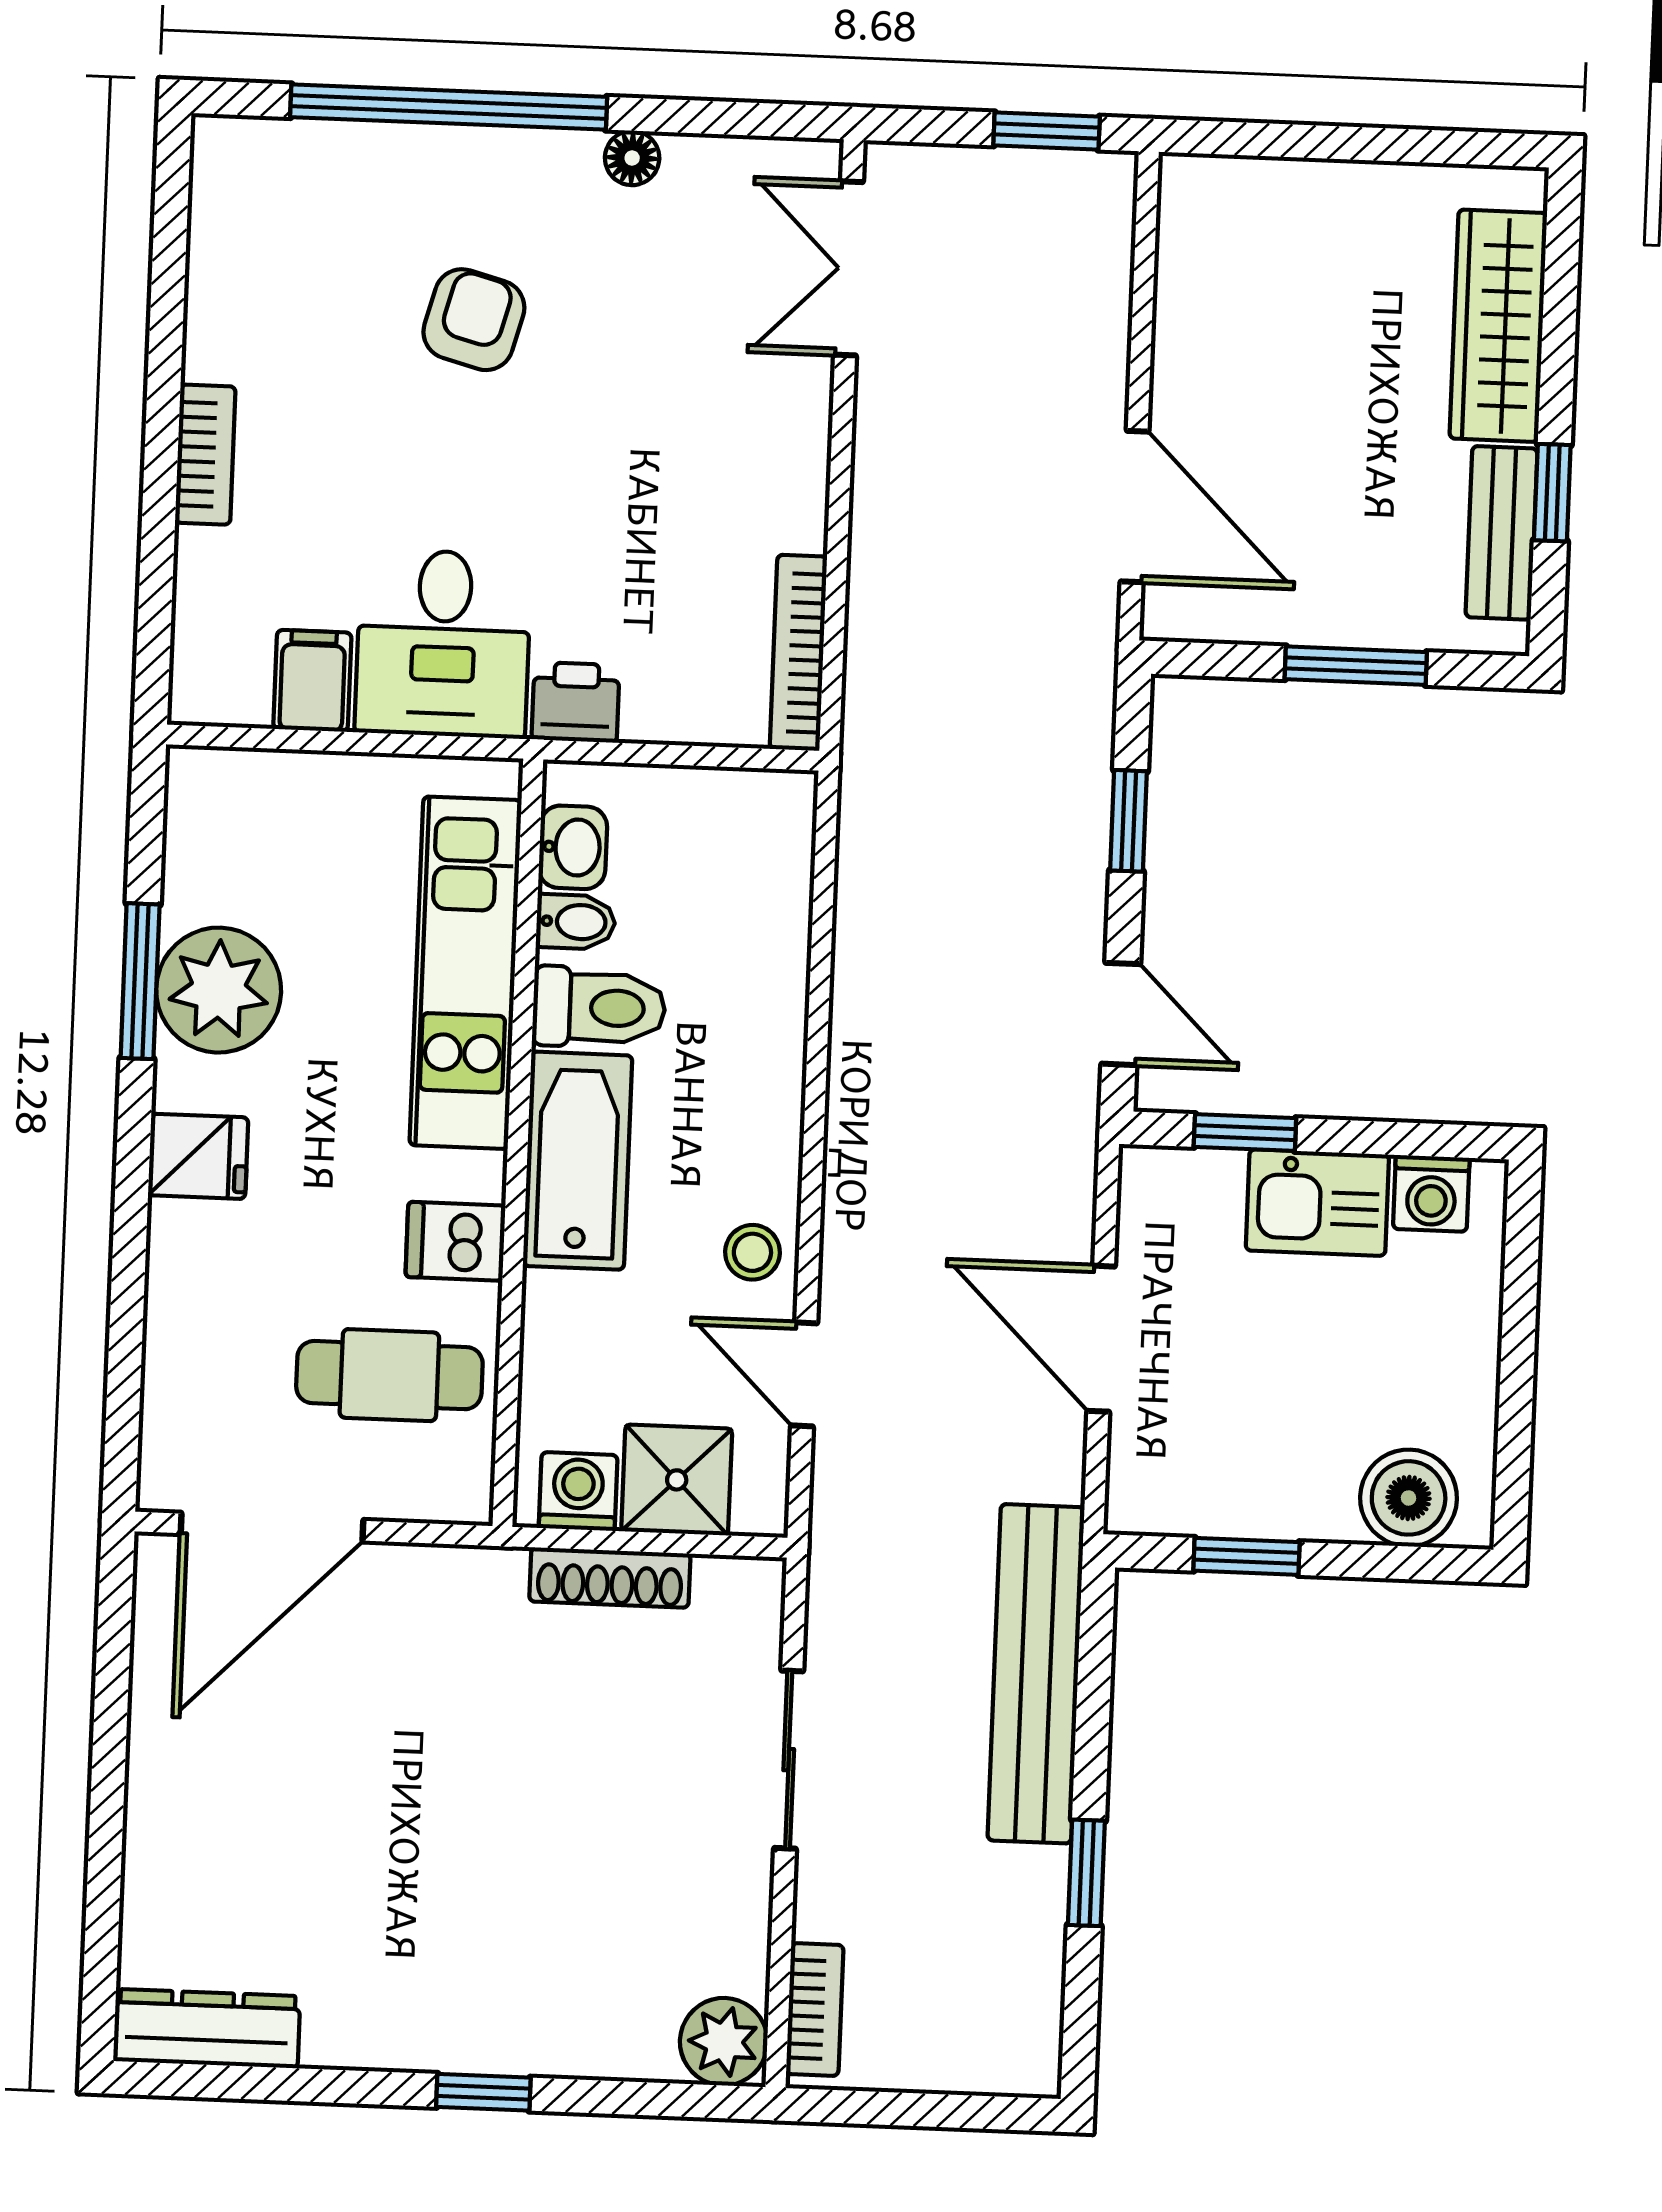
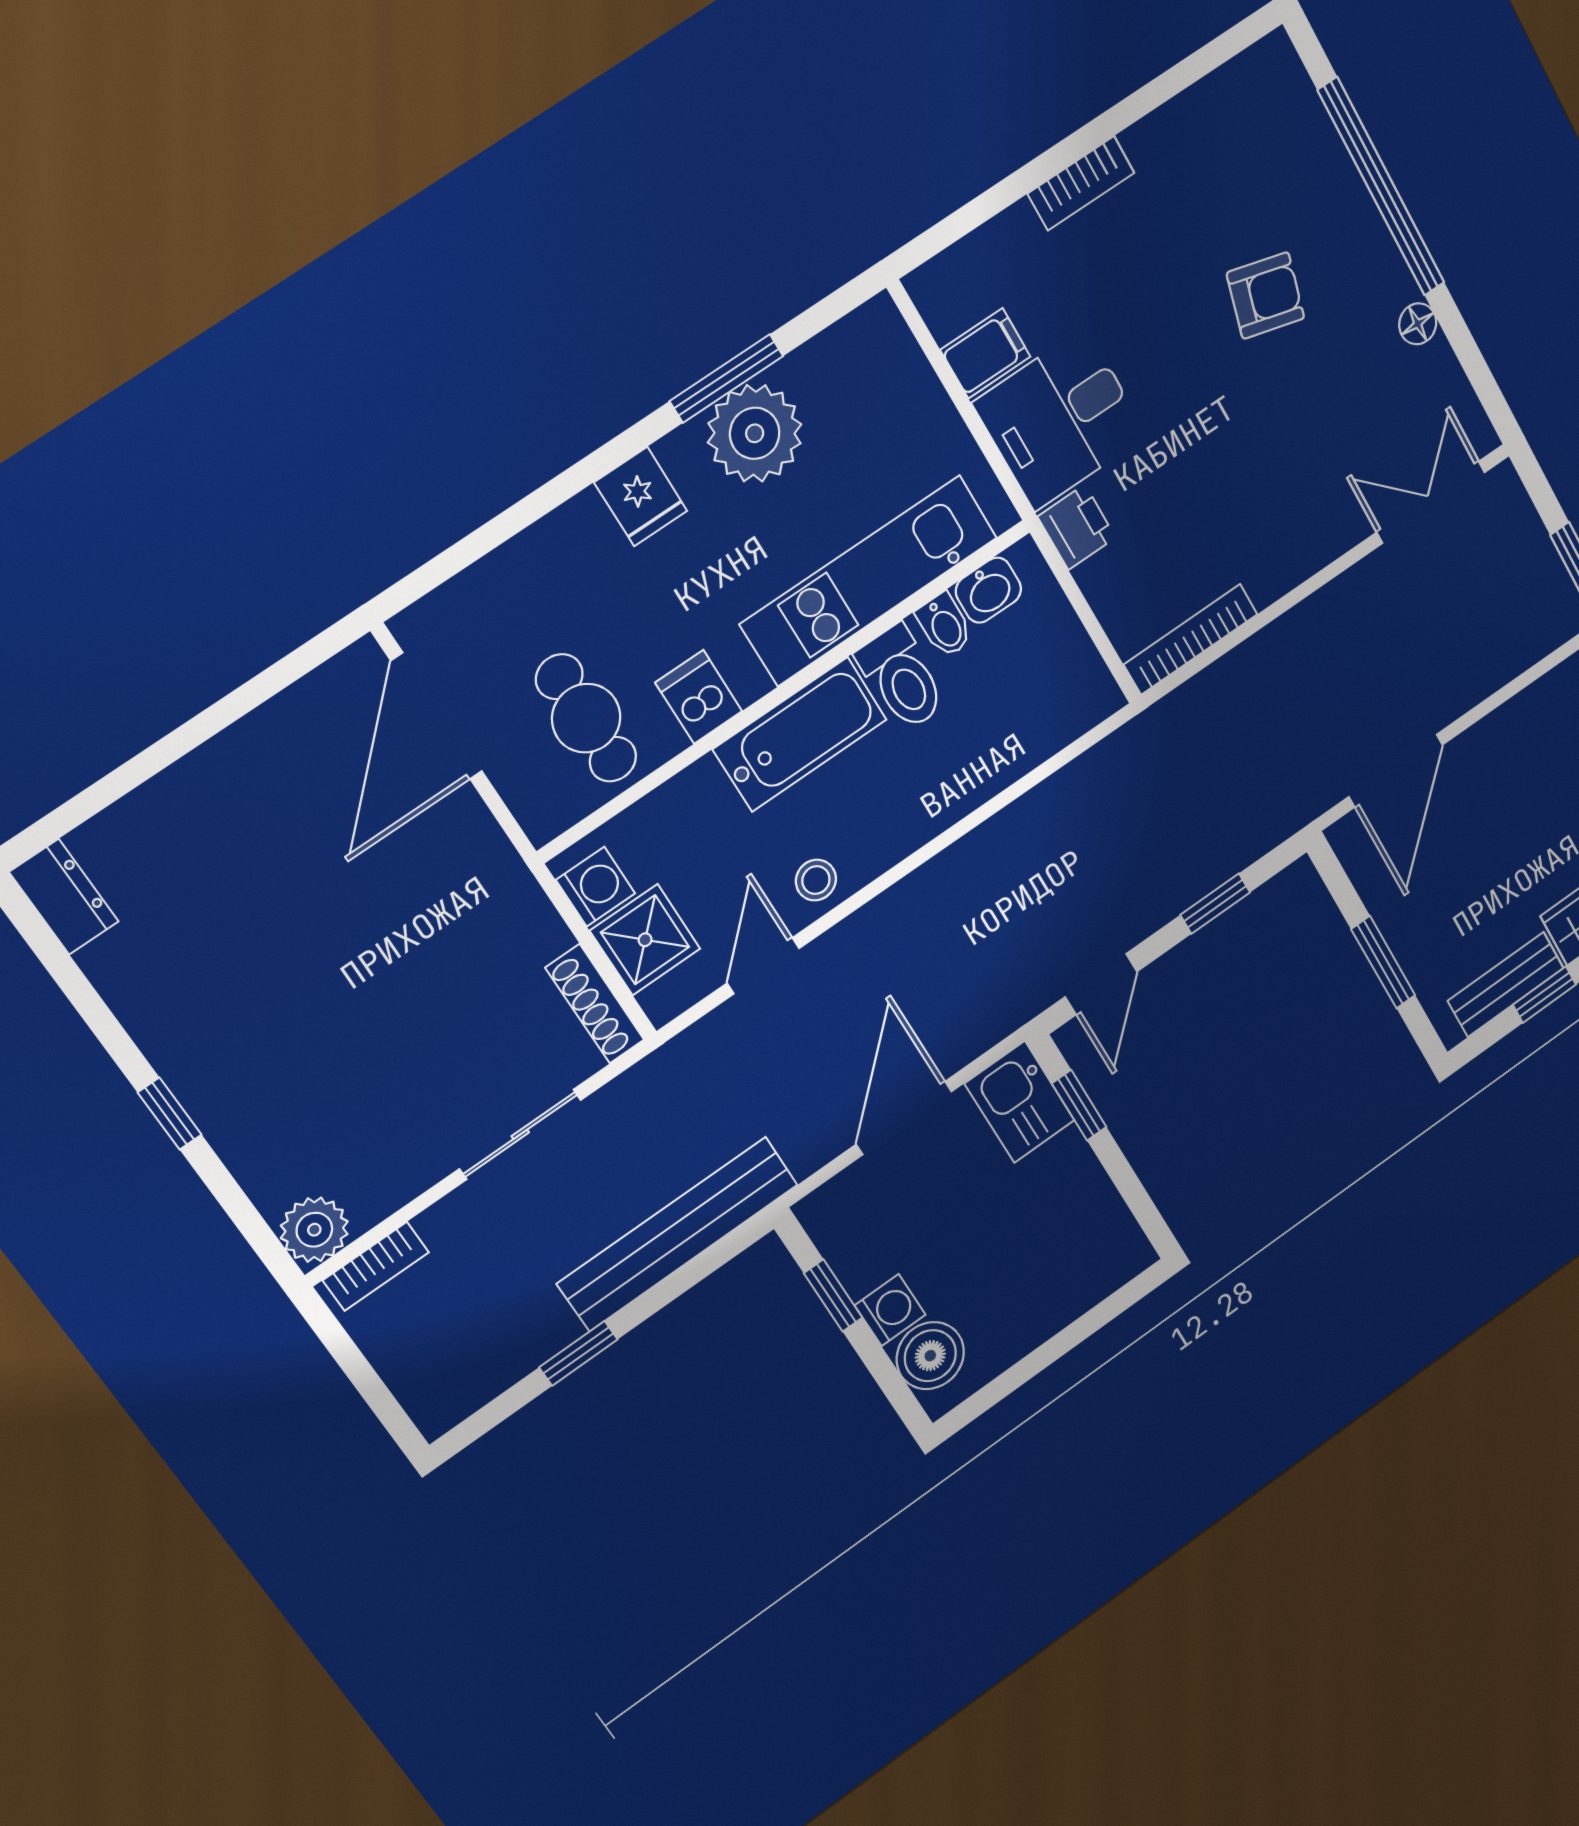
washing machine: (1431, 1193) -> (890, 1310), moved, turned 180
kitchen sink: (1317, 1203) -> (1020, 1102), moved
door: (272, 1527) -> (437, 716), hinge flipped
shoe rack: (610, 1578) -> (595, 1004), moved
dresser: (207, 2029) -> (64, 897), width x0.70

